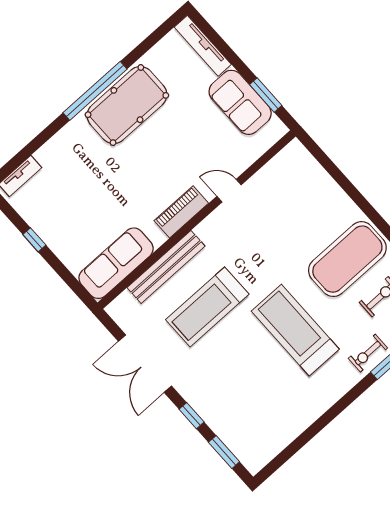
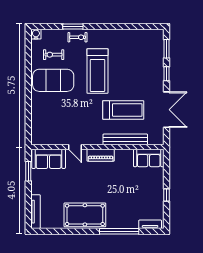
window: (95, 91) -> (119, 231), moved
sofa: (240, 102) -> (49, 159), moved, turned 90
sofa: (116, 263) -> (149, 158), width x0.73

